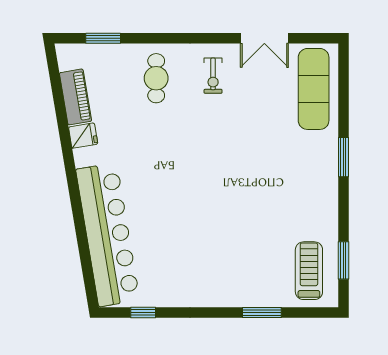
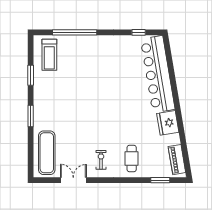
piano: (75, 97) -> (177, 160), moved
fridge: (83, 136) -> (168, 123), width x1.88, depth x1.34
window: (343, 260) -> (31, 75), moved
window: (262, 312) -> (75, 32), width x2.11

